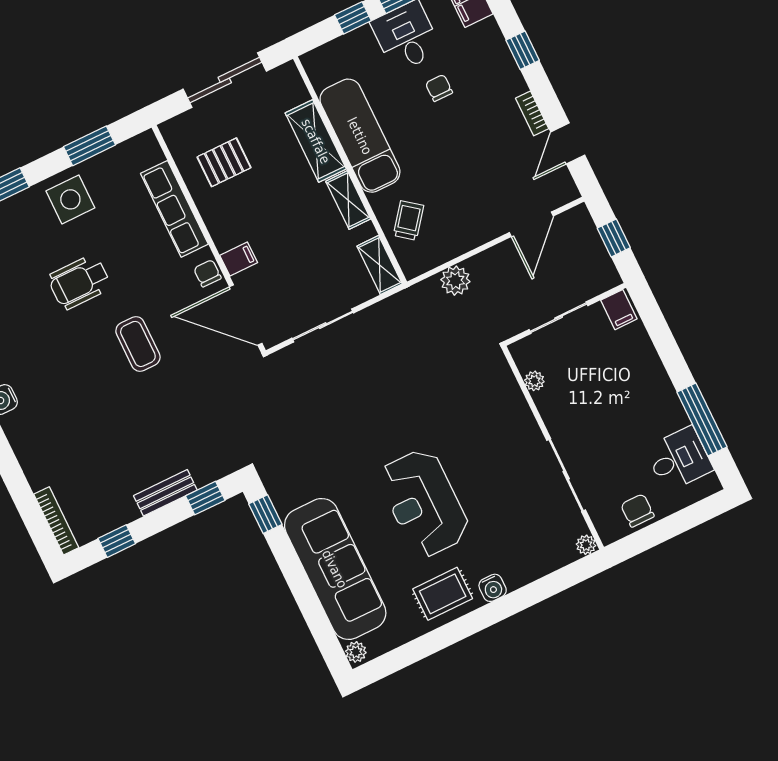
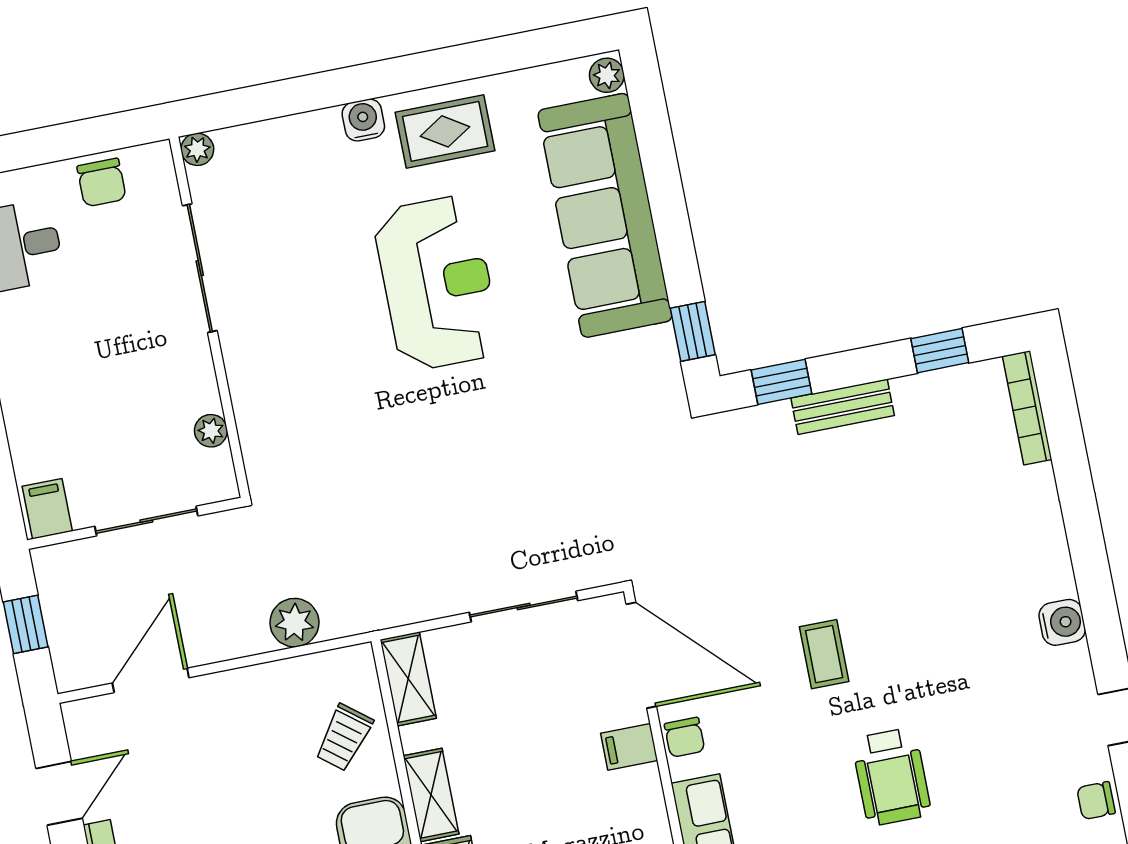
wheelchair: (79, 282) -> (891, 777), turned 90
coffee table: (138, 344) -> (824, 654), width x0.73, depth x0.77

